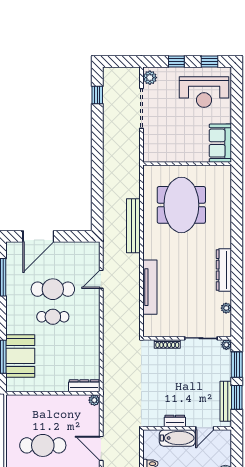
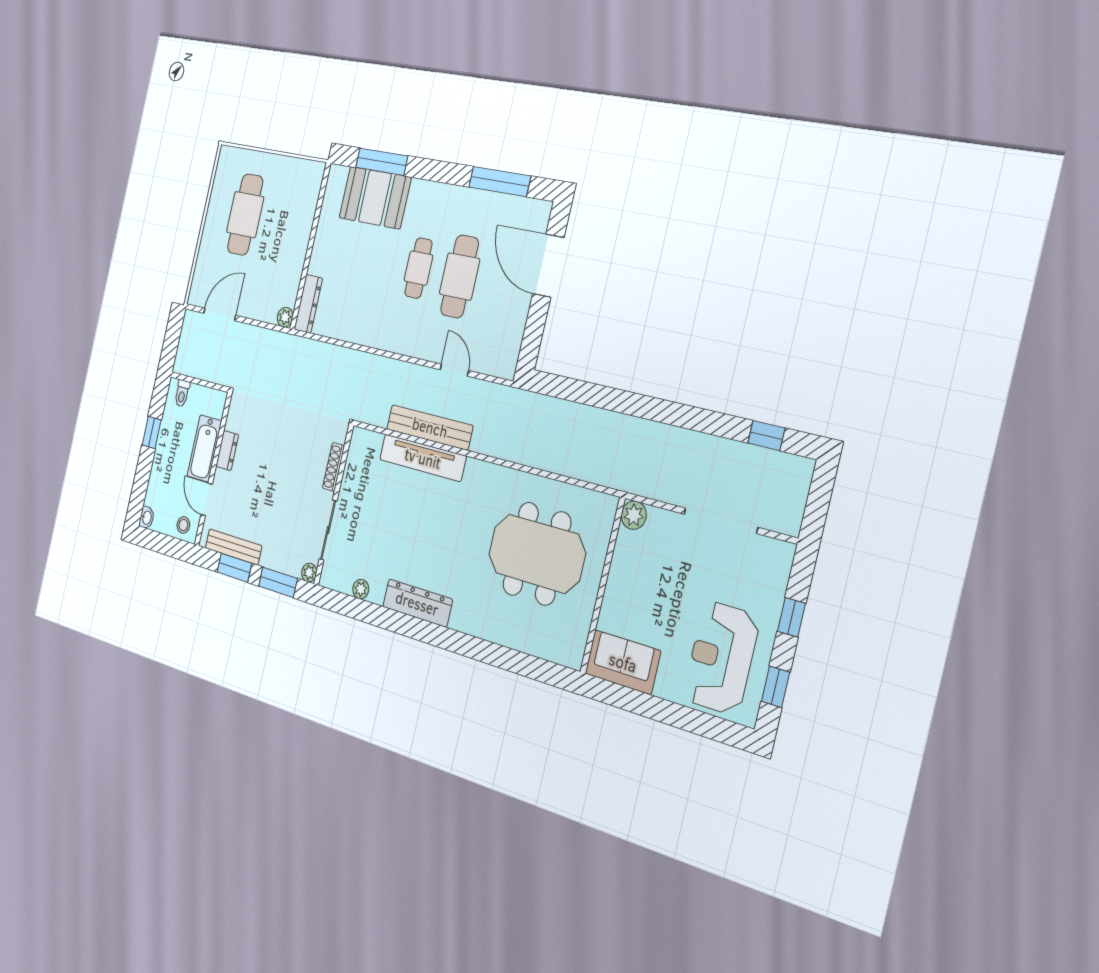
plant: (150, 78) -> (634, 515), moved
bench: (133, 226) -> (430, 427), moved
stool: (223, 441) -> (183, 525), added

